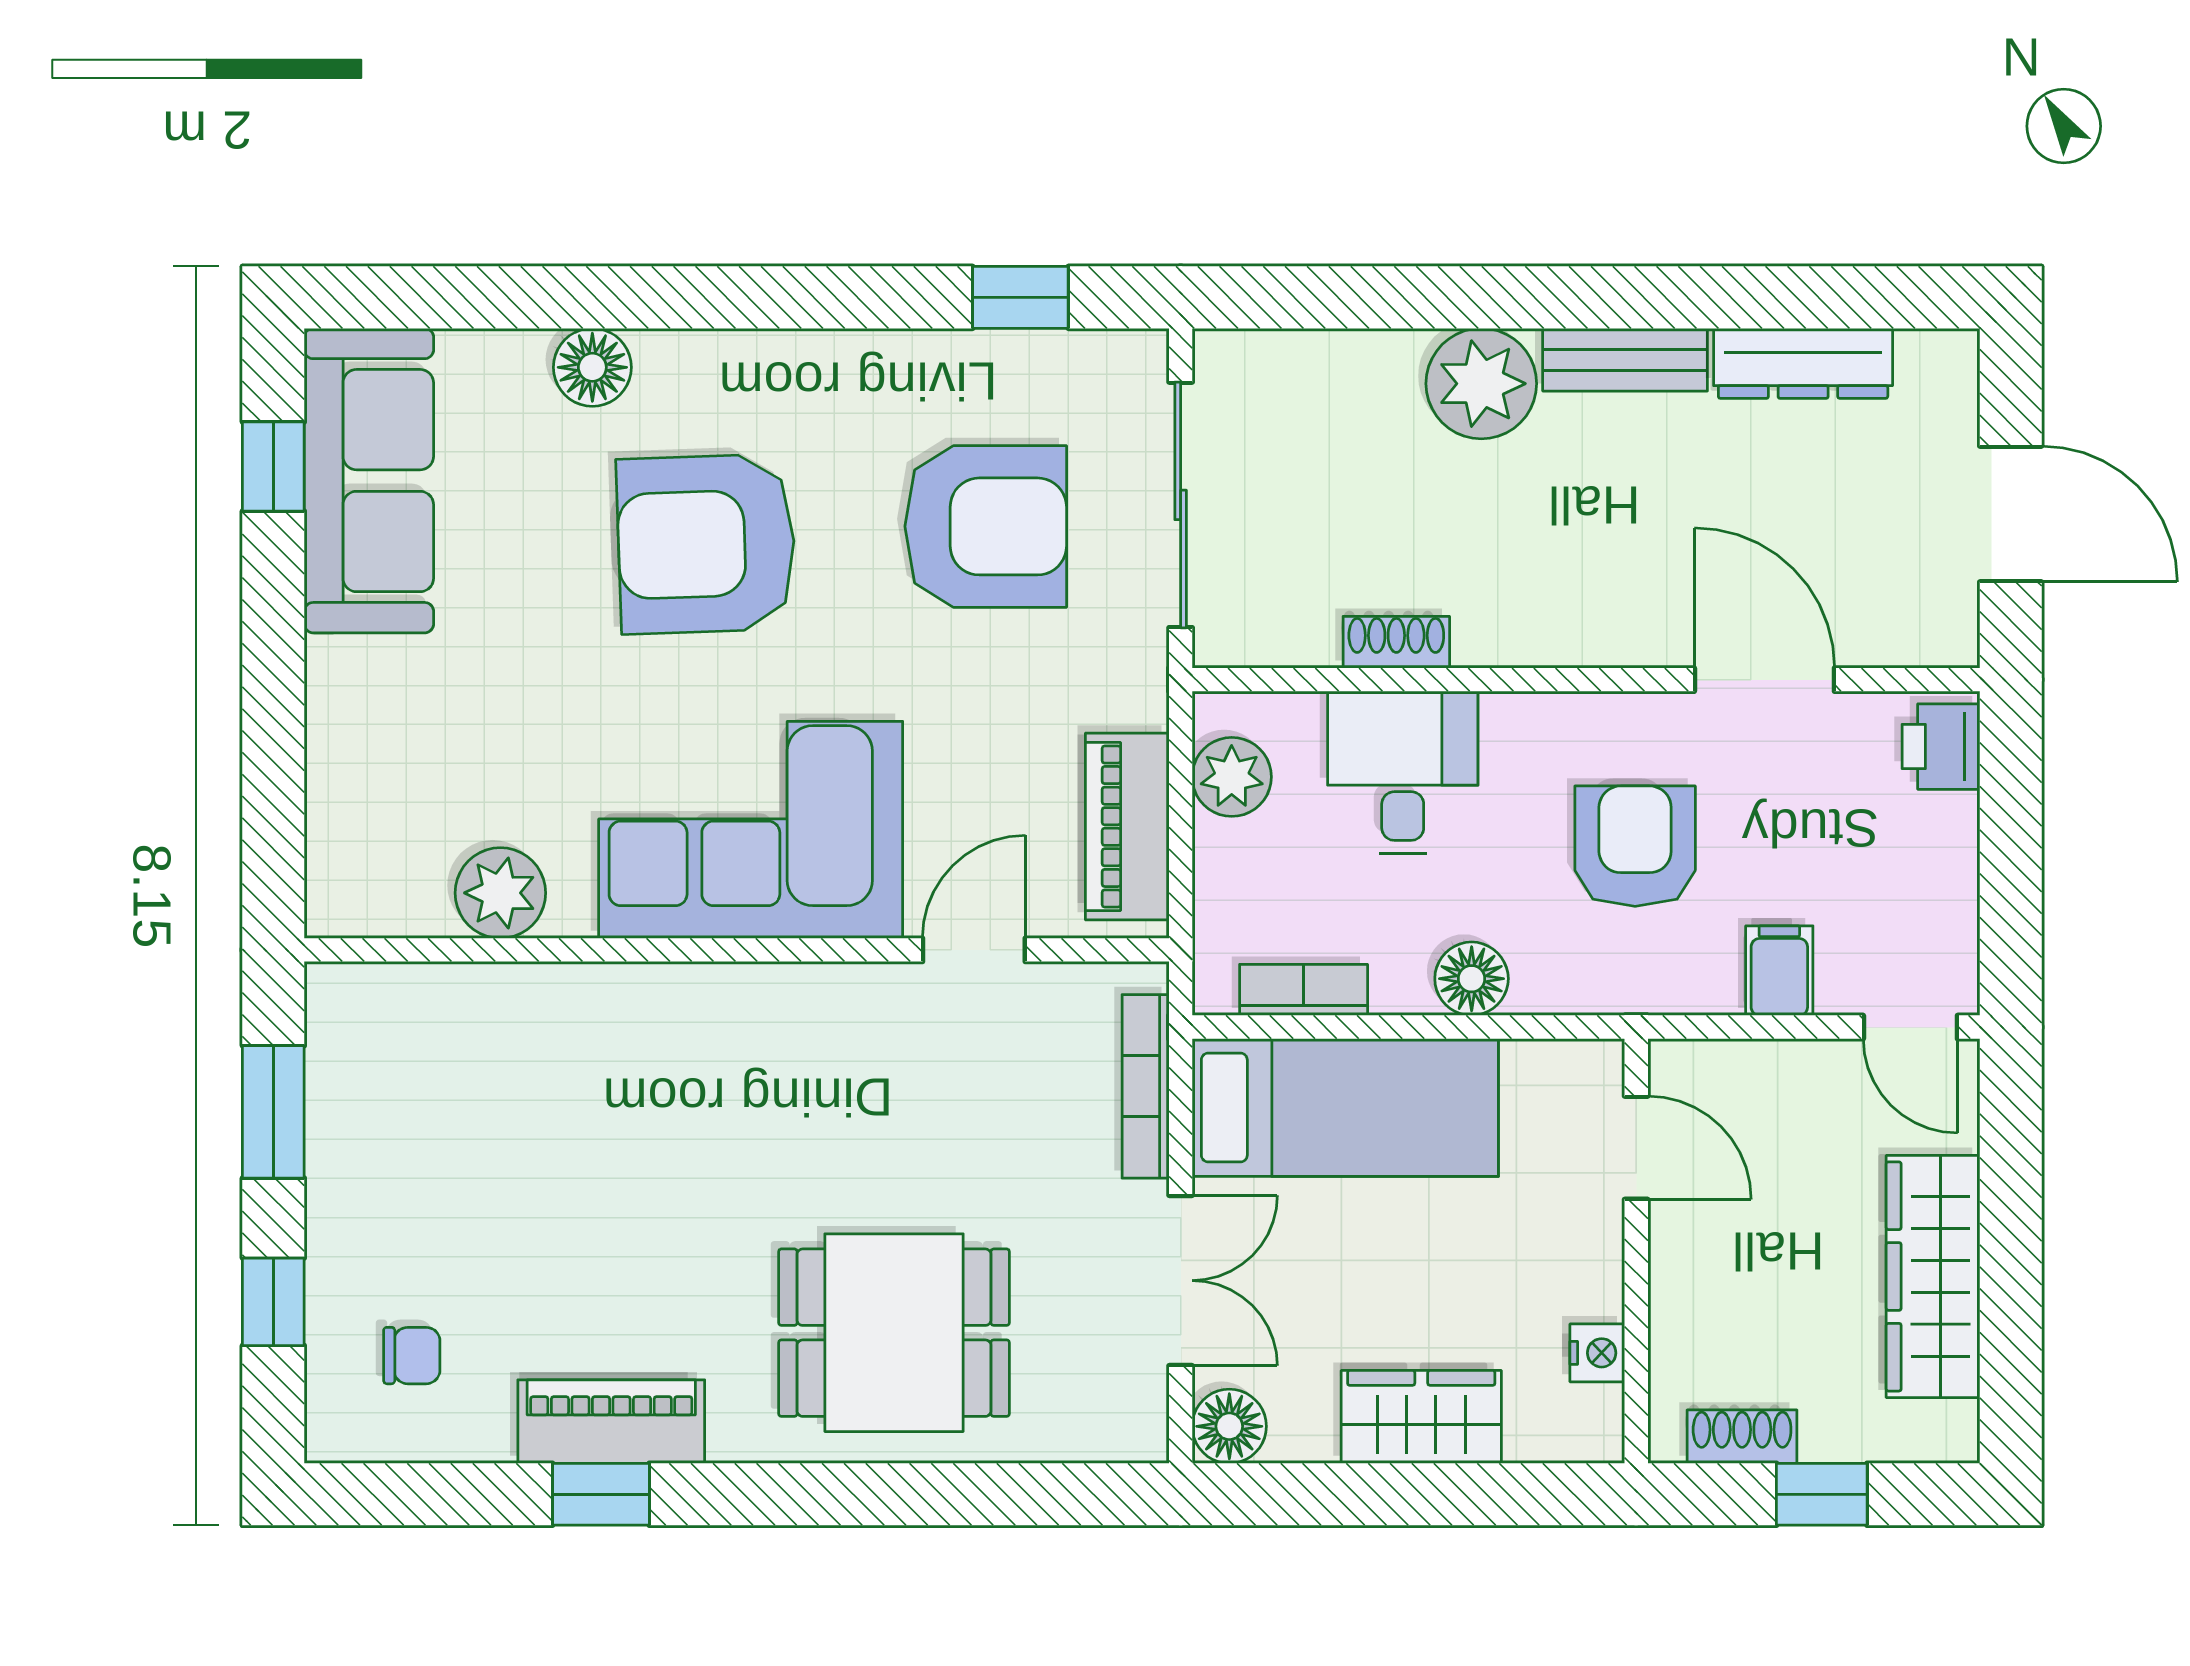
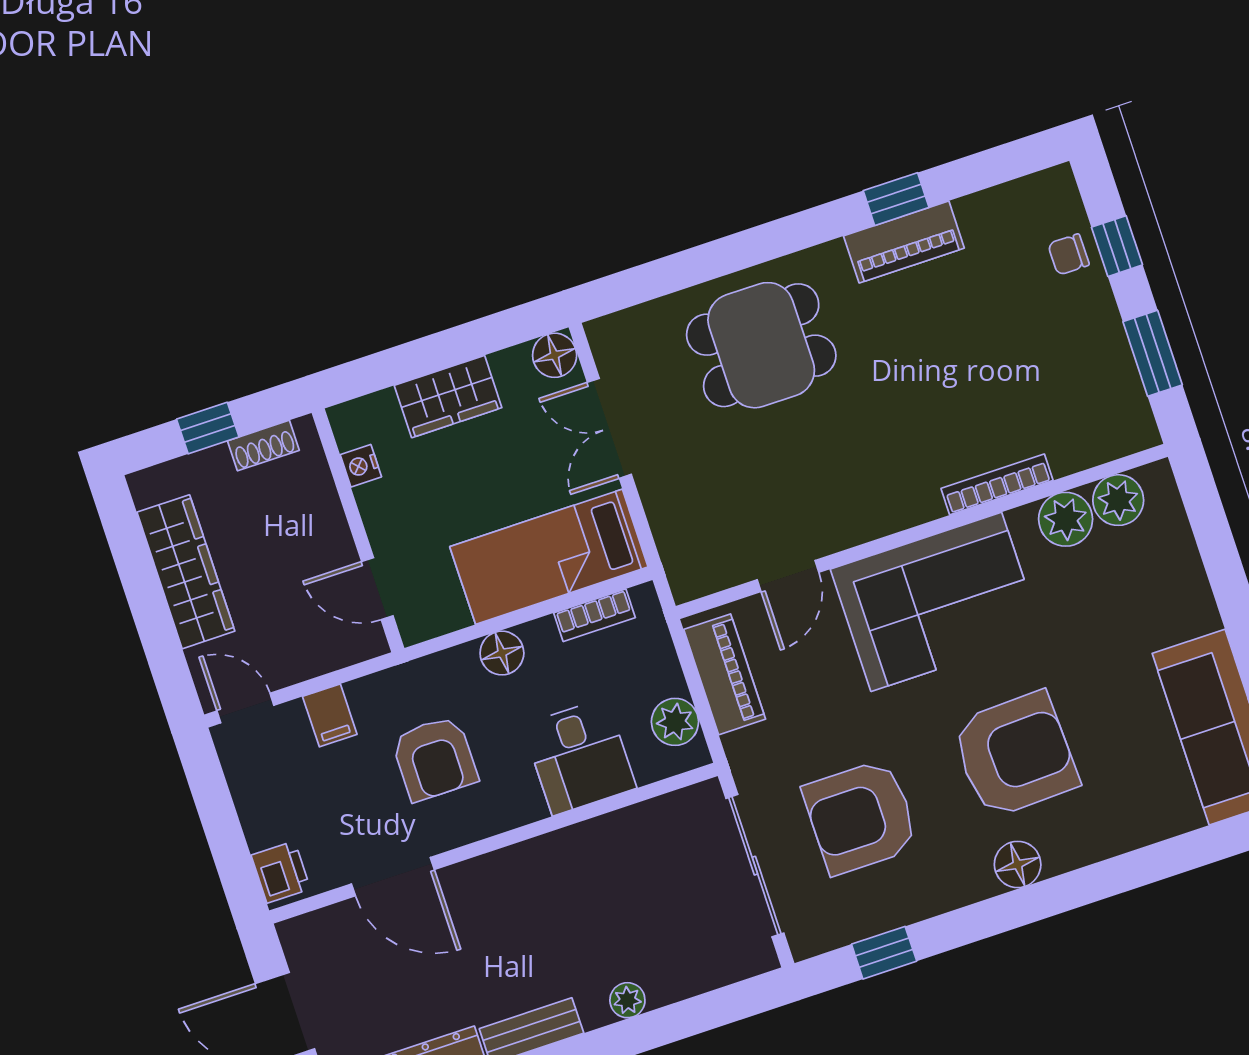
floor lamp: (592, 367) -> (1018, 864), moved
plant: (1481, 384) -> (627, 1000), width x0.53, depth x0.53
shoe rack: (1396, 642) -> (607, 829), removed
plant: (406, 896) -> (1118, 500), added
bookcase: (1146, 1086) -> (997, 484), moved, turned -90
chair: (412, 1356) -> (1068, 254), moved

